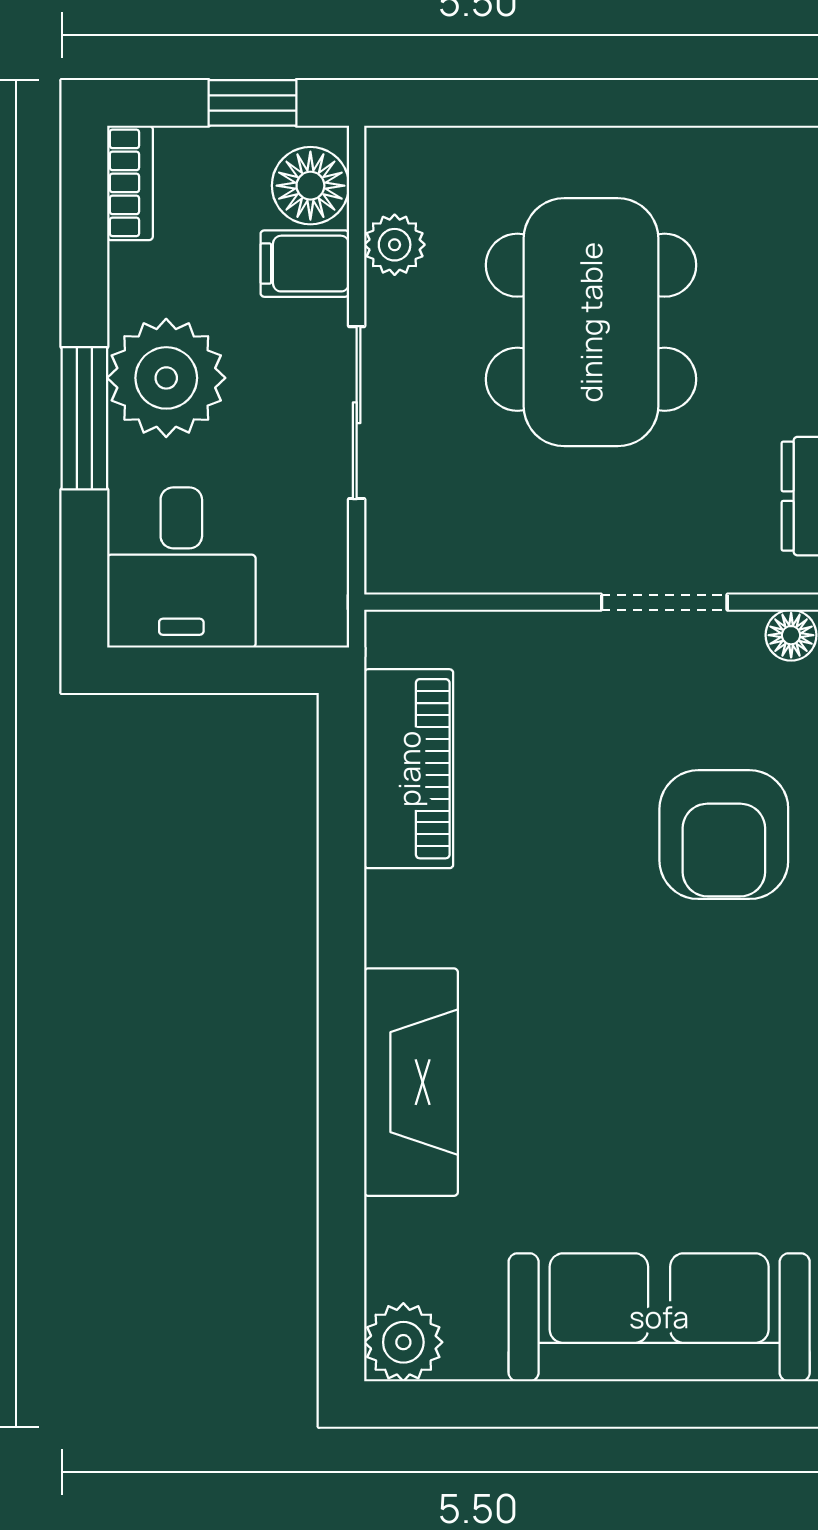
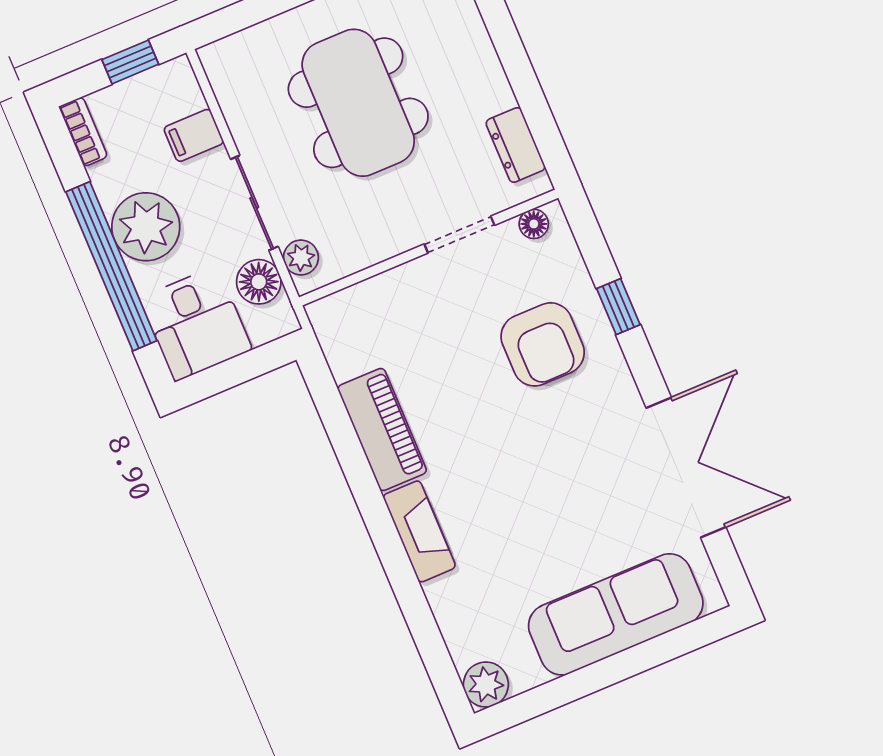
floor lamp: (310, 186) -> (259, 282), moved
plant: (395, 245) -> (301, 258), moved
window: (84, 418) -> (111, 266), width x2.11
piano: (409, 769) -> (382, 430), moved
fireplace: (411, 1082) -> (419, 531), width x0.73, depth x0.76

